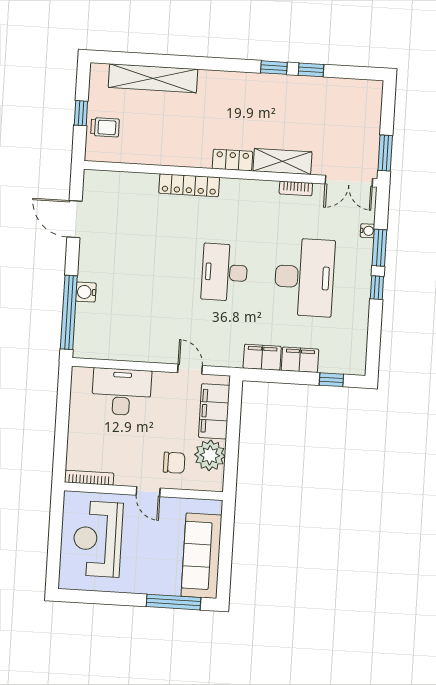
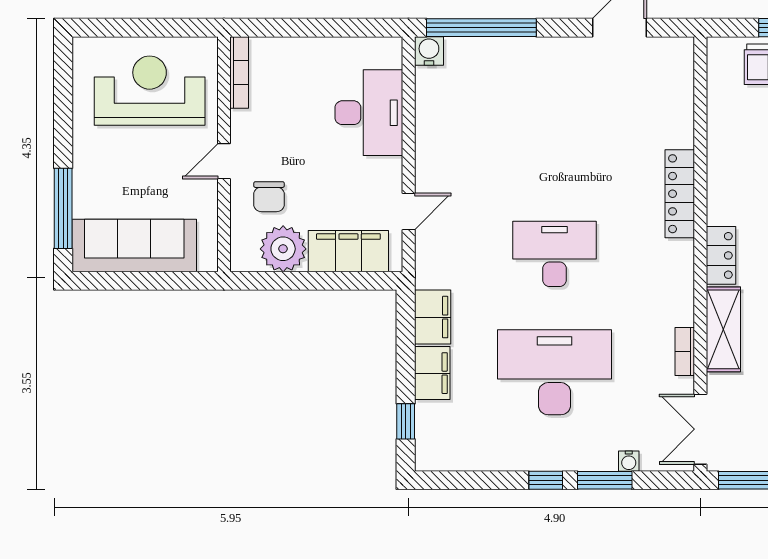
desk: (304, 277) -> (555, 372), turned 180
water cooler: (86, 292) -> (429, 51), moved

